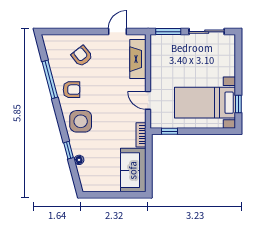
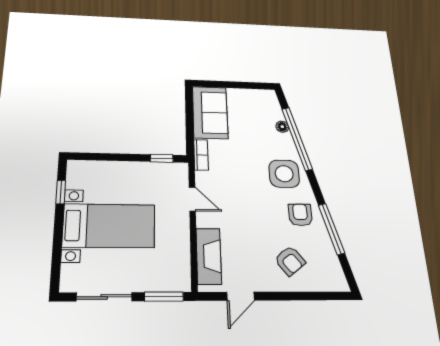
armchair: (71, 90) -> (300, 215), turned 89
bed with nightstands: (205, 103) -> (109, 226), moved
window: (69, 150) -> (297, 139), width x3.17

